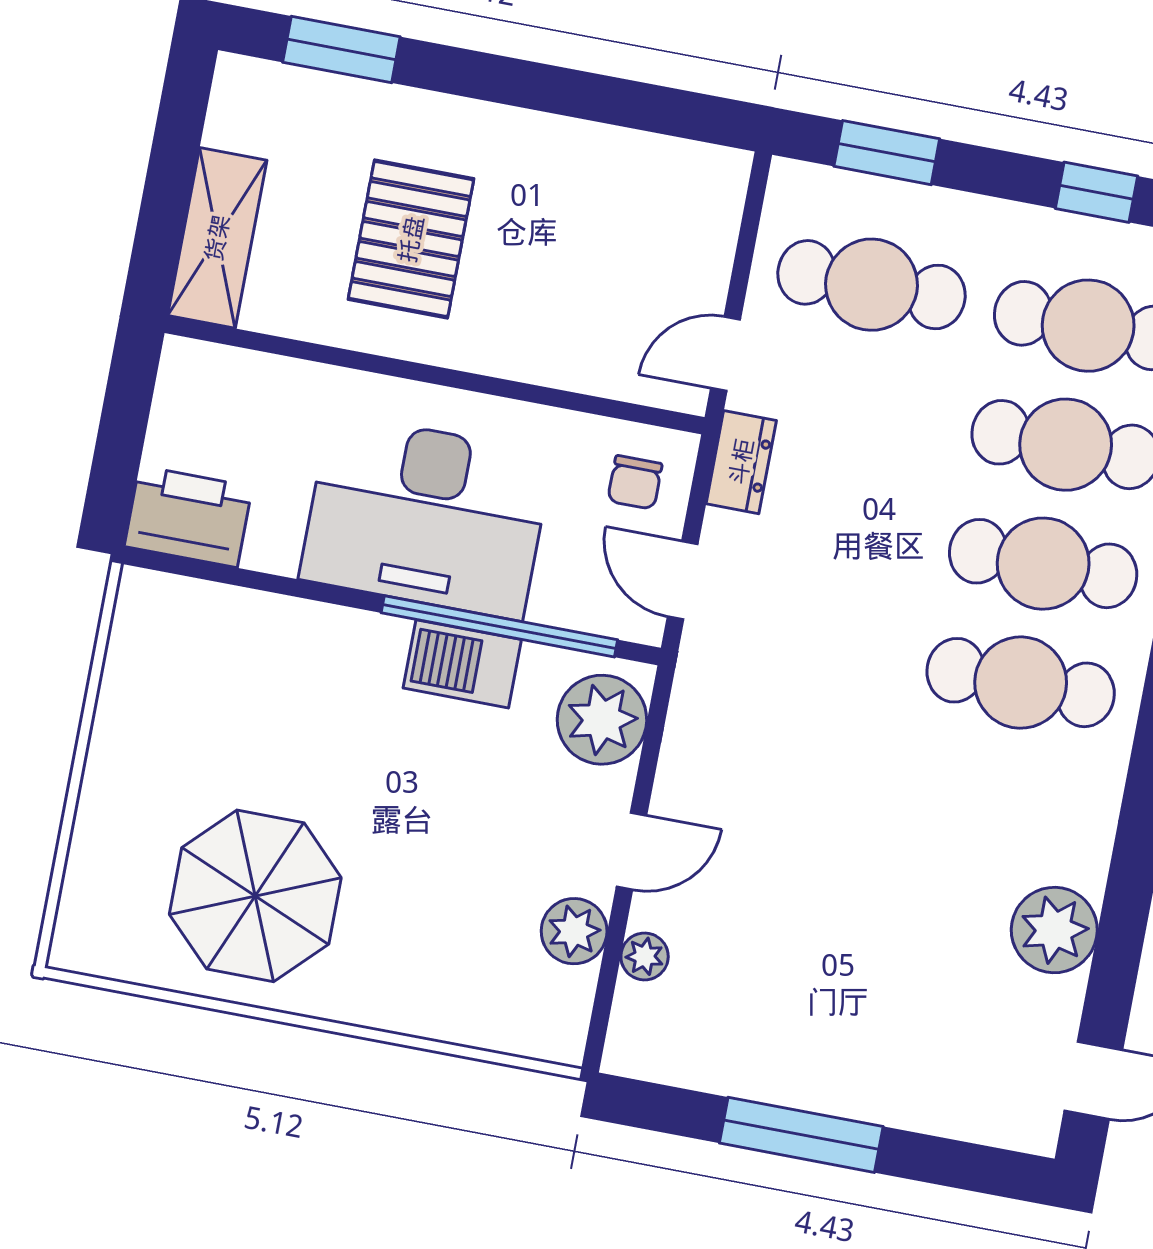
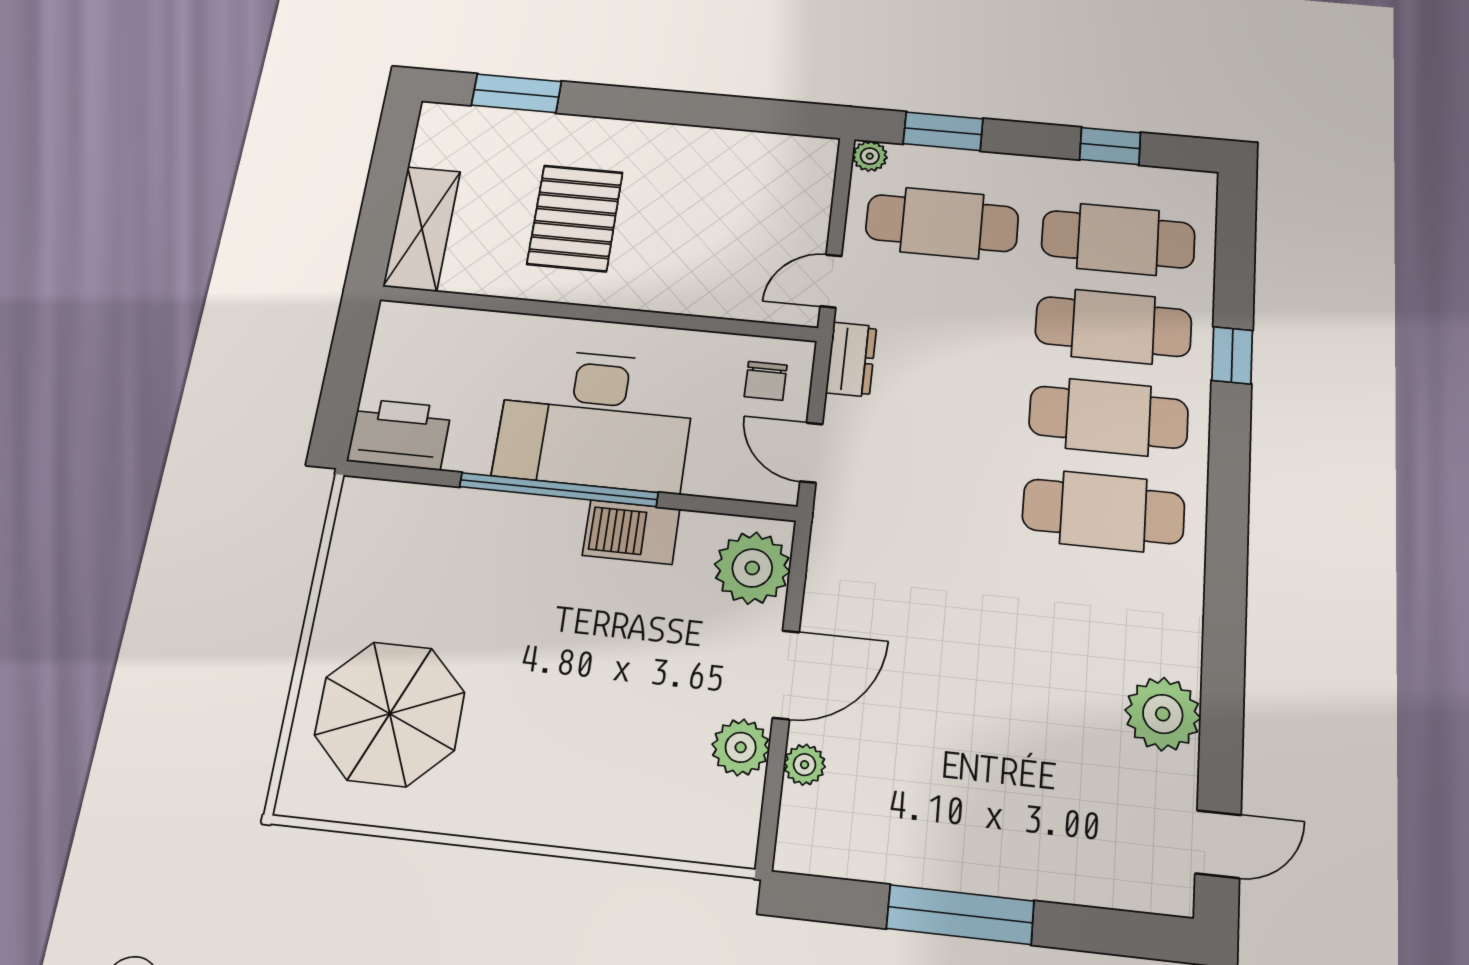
plant: (790, 181) -> (870, 156), added
window: (499, 626) -> (559, 490), moved
door: (632, 851) -> (786, 675), width x1.38
parasol: (255, 896) -> (390, 714), moved

